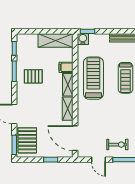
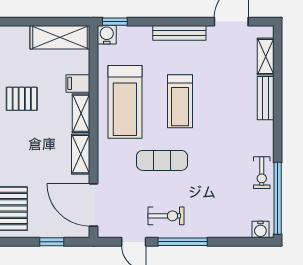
treadmill: (93, 78) -> (125, 102), turned 180
exercise mat: (115, 112) -> (162, 160), added

